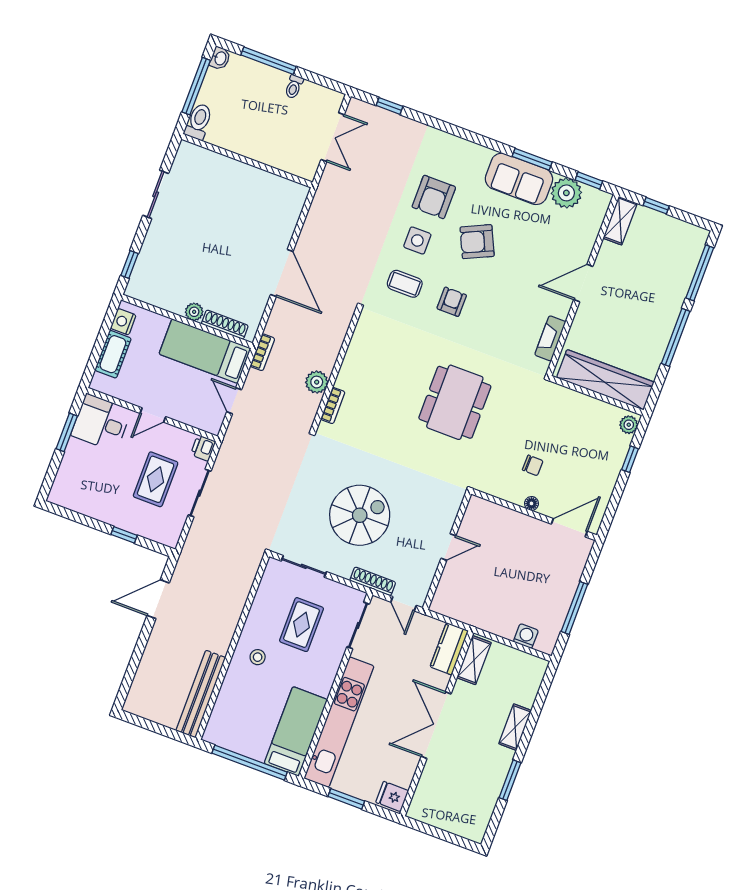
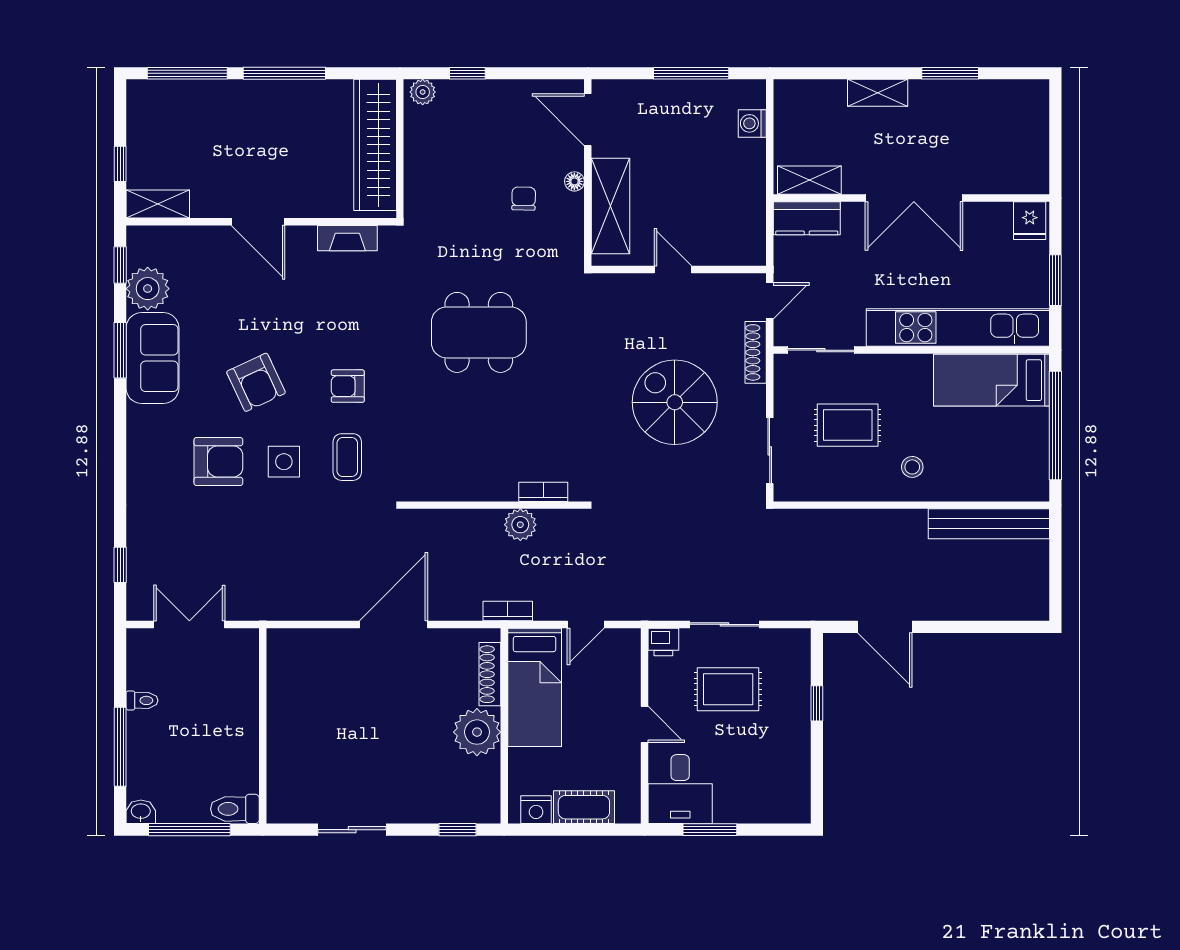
plant: (194, 312) -> (477, 732), width x1.88, depth x1.88
shelving: (506, 521) -> (611, 206), added

